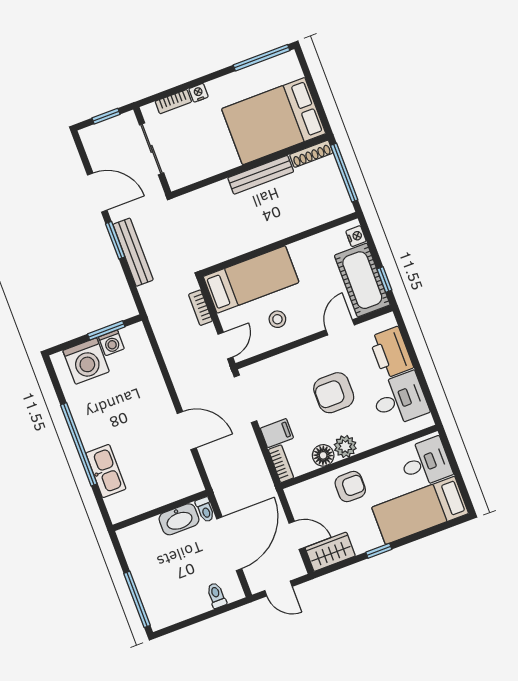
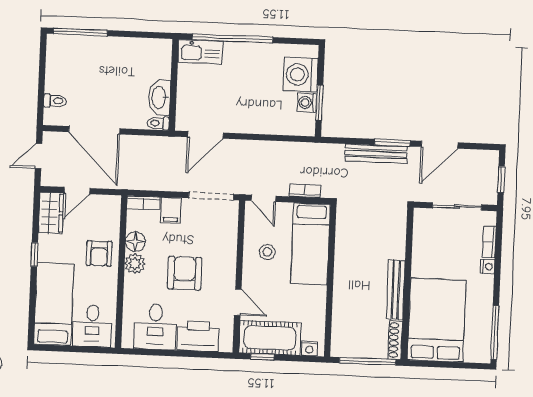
wall: (160, 510) -> (174, 85), moved
toilet: (205, 510) -> (158, 123), moved
washbasin: (179, 519) -> (159, 98), moved

